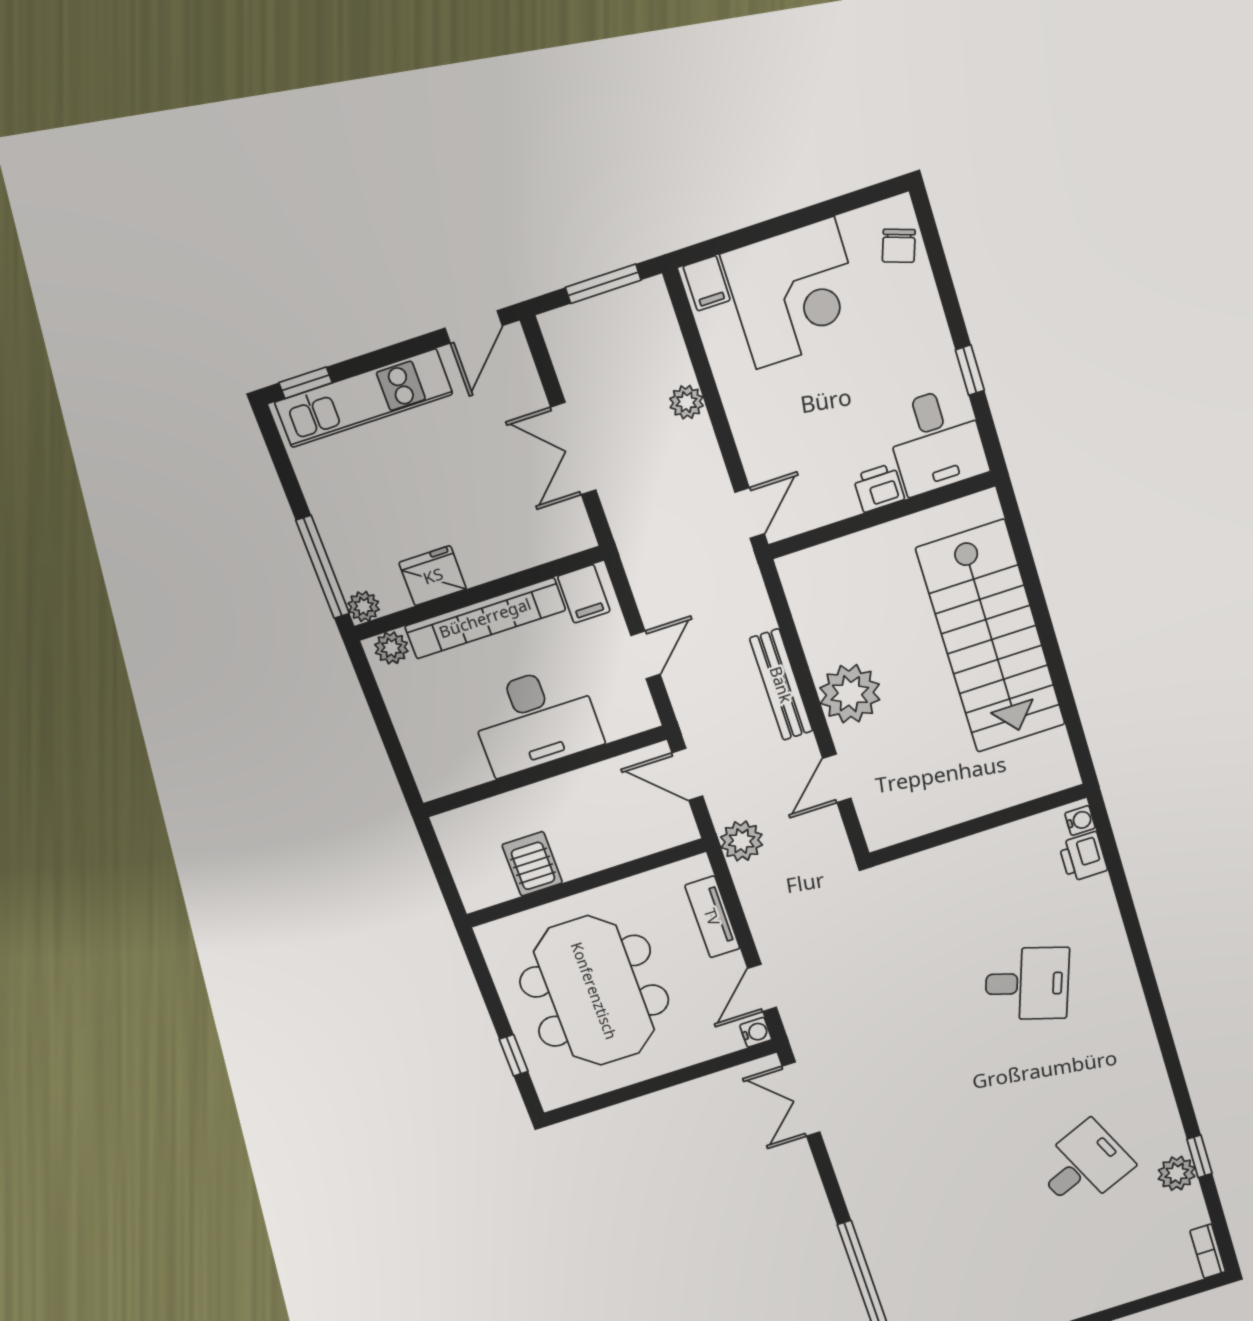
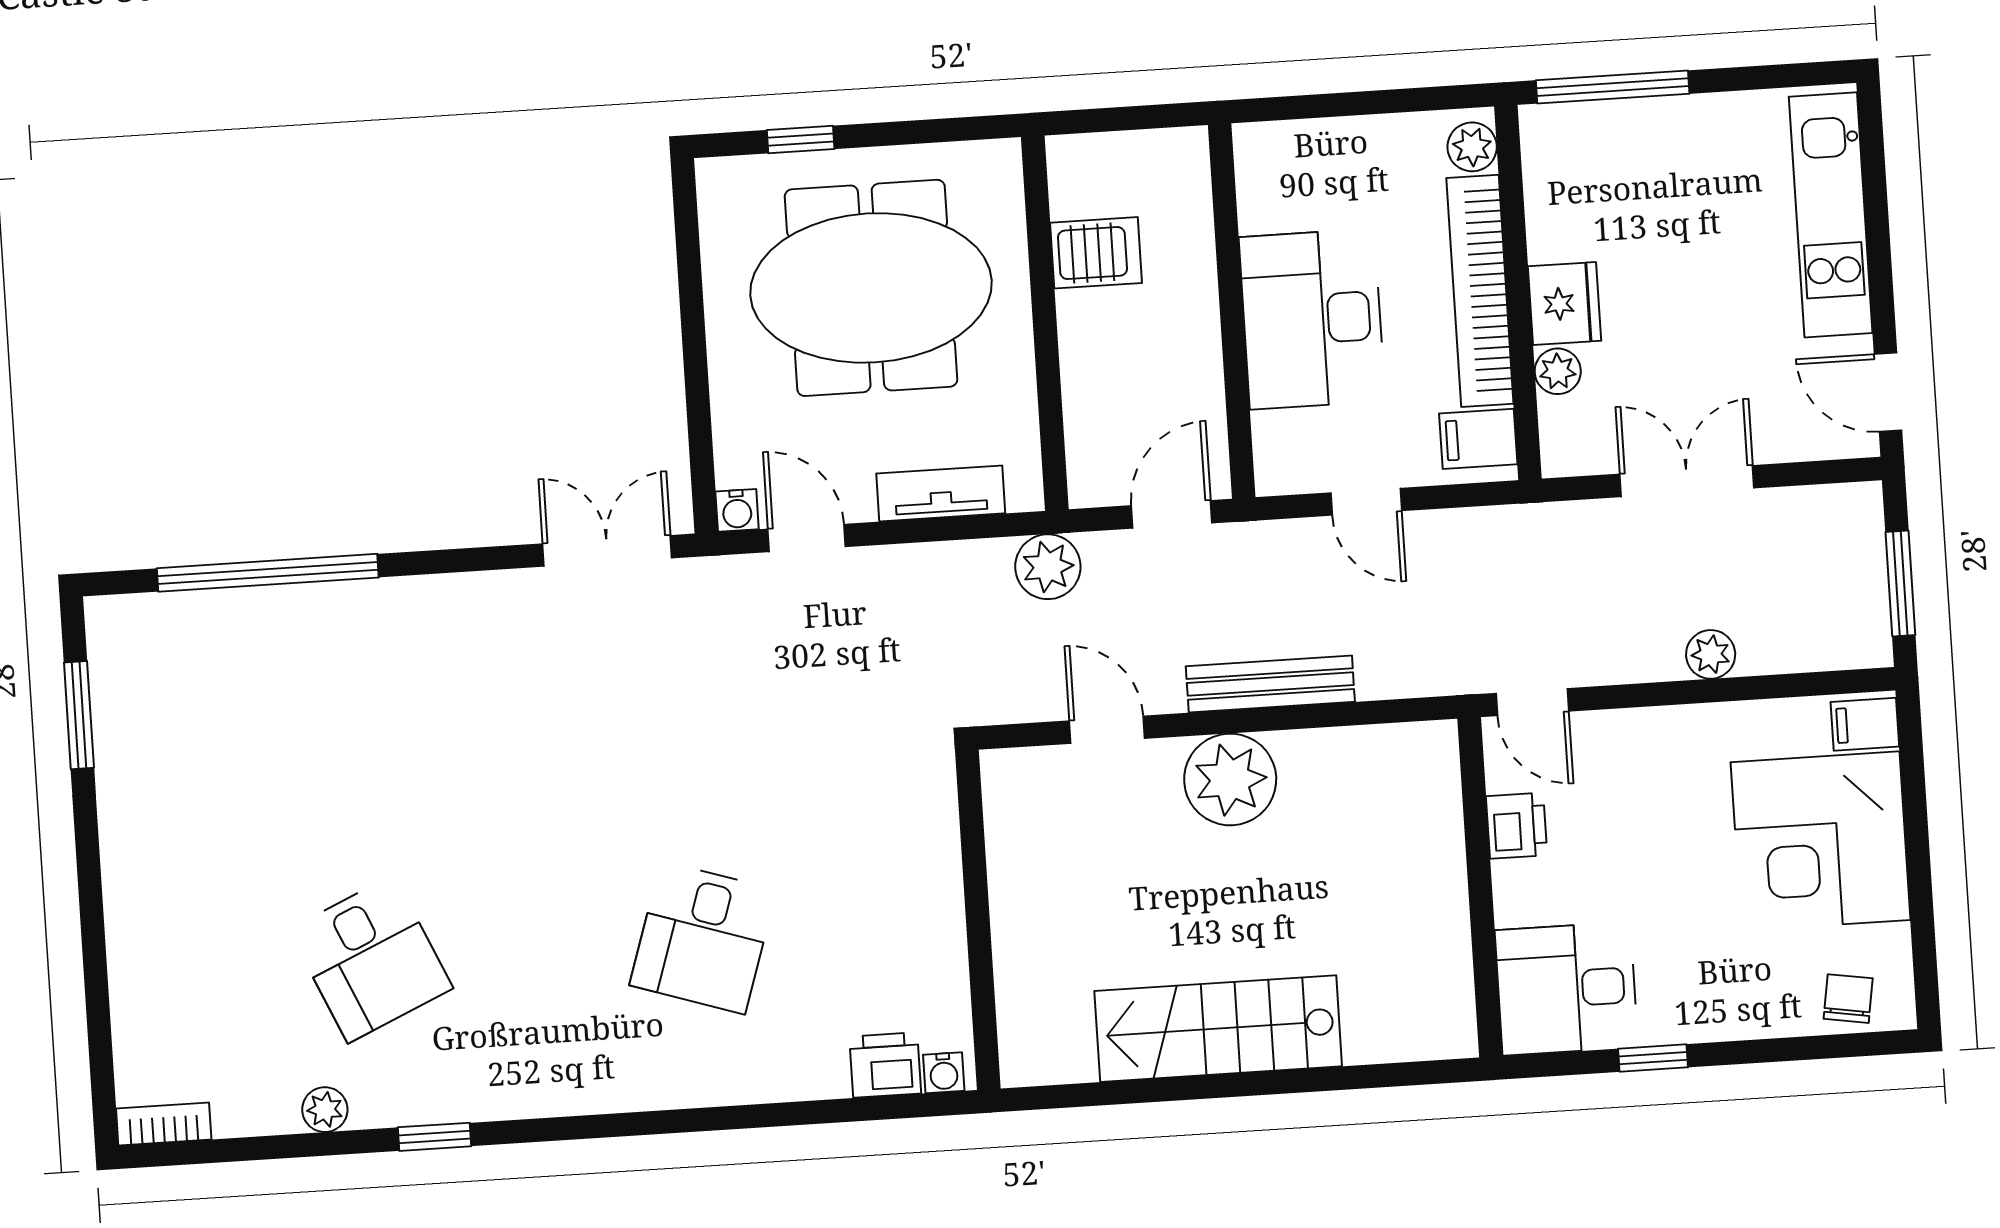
chair: (899, 246) -> (1848, 999), turned 80
window: (306, 383) -> (1872, 143), removed
printer: (879, 488) -> (1517, 826), moved
fridge: (433, 576) -> (1565, 304), moved
plant: (364, 606) -> (1558, 371), moved
stairs: (991, 637) -> (1218, 1029), width x0.73, depth x0.66
window: (1200, 1156) -> (434, 1137), moved
plant: (1177, 1173) -> (325, 1110), width x0.73, depth x0.73

